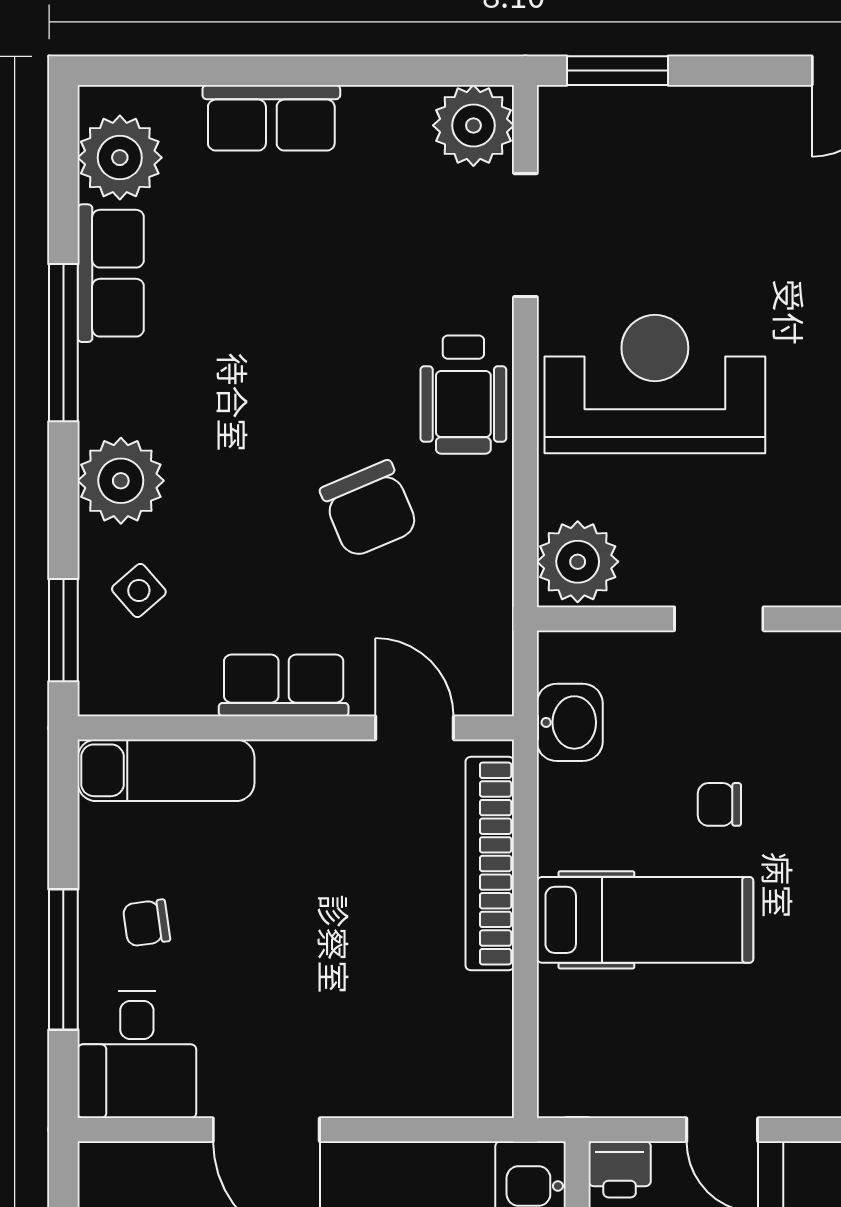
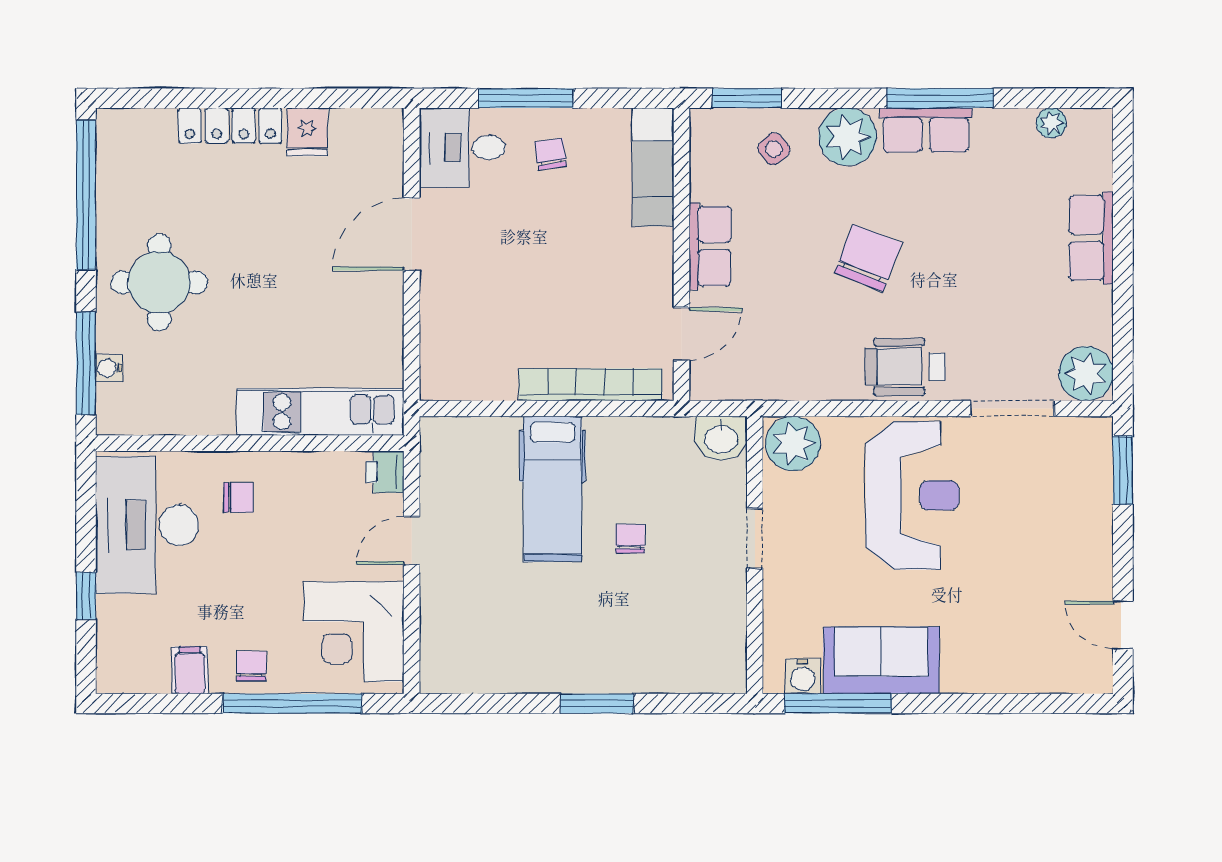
plant: (120, 158) -> (1051, 123), width x0.53, depth x0.53
row of seats: (111, 273) -> (926, 130), moved
chair: (369, 509) -> (868, 258), moved, turned 134
washbasin: (570, 722) -> (721, 438), moved

